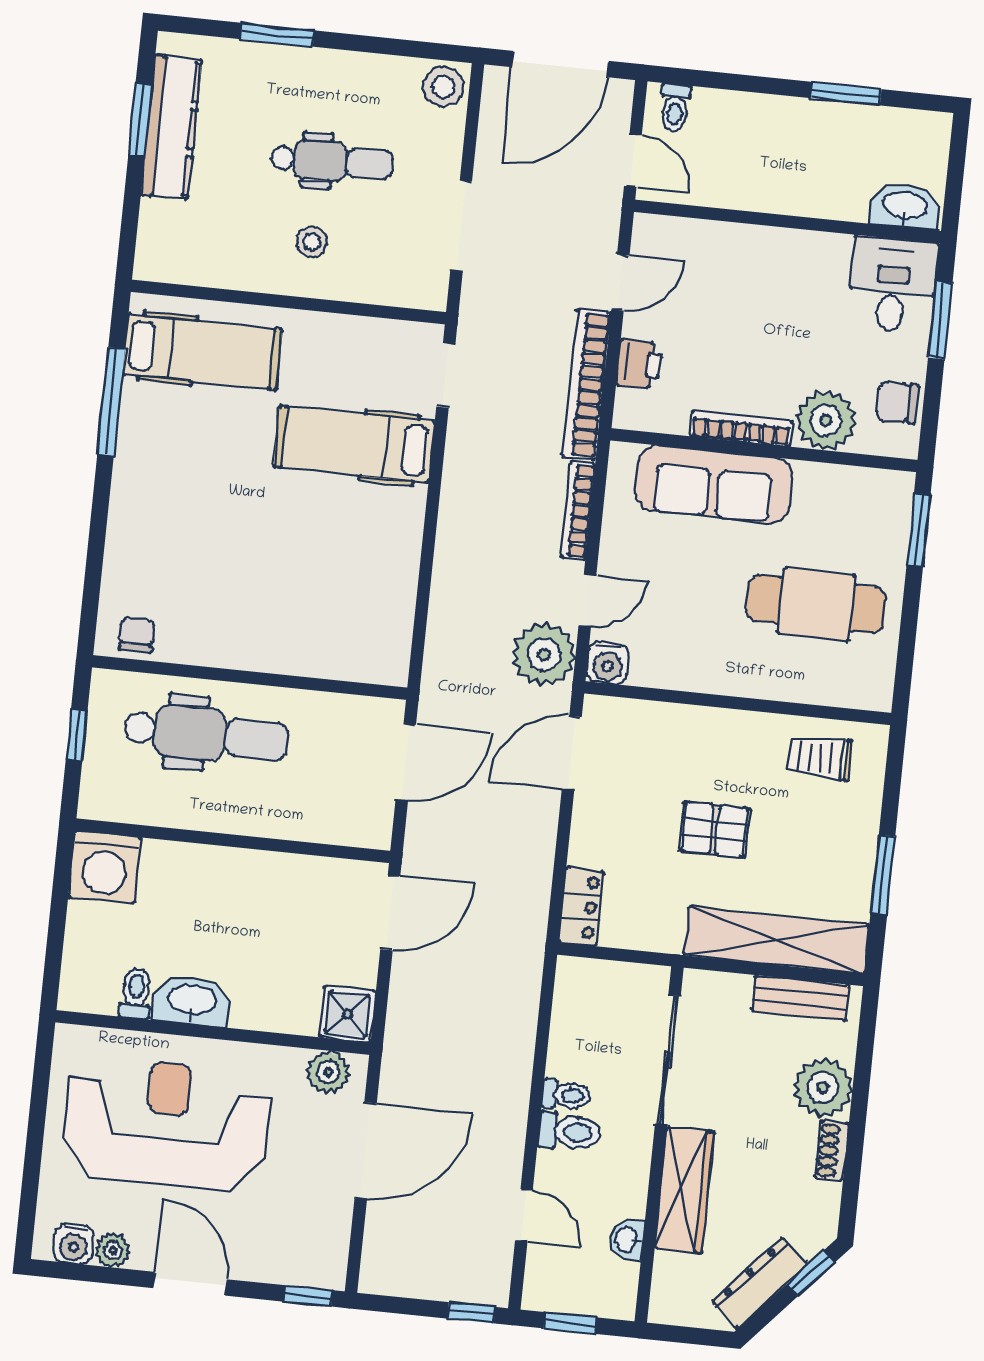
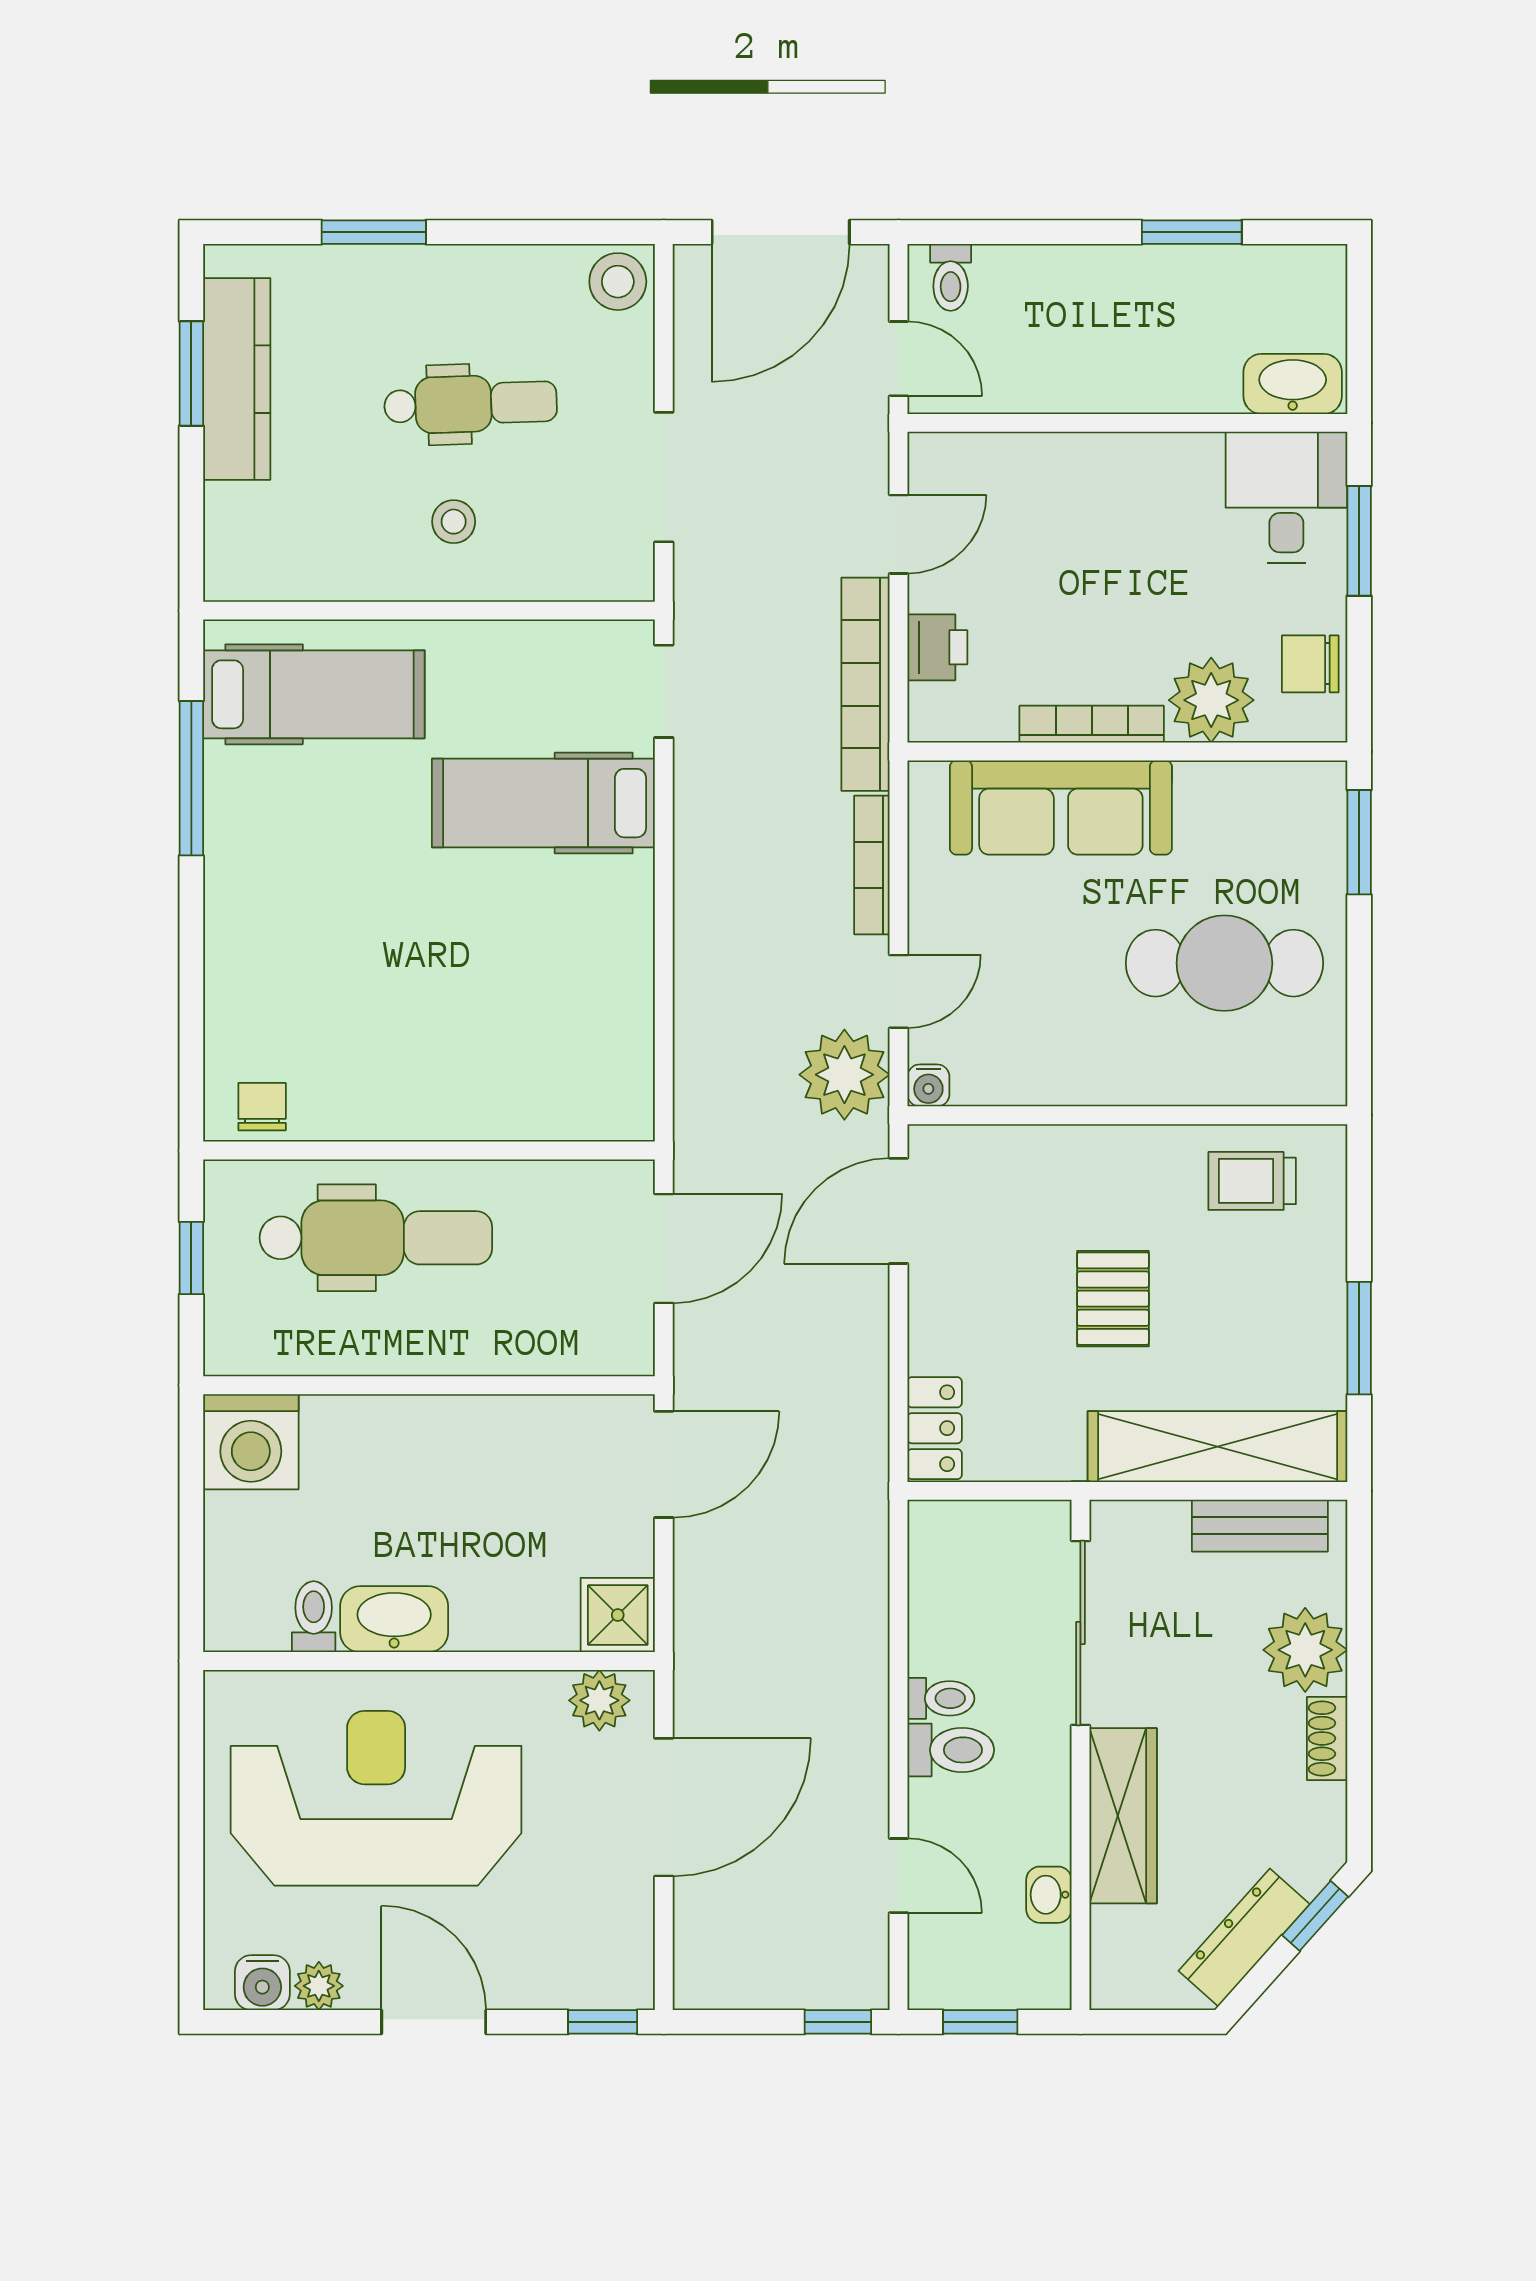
water cooler: (608, 663) -> (928, 1085), width x0.72, depth x0.72
pallet: (715, 830) -> (1113, 1299), turned 90

